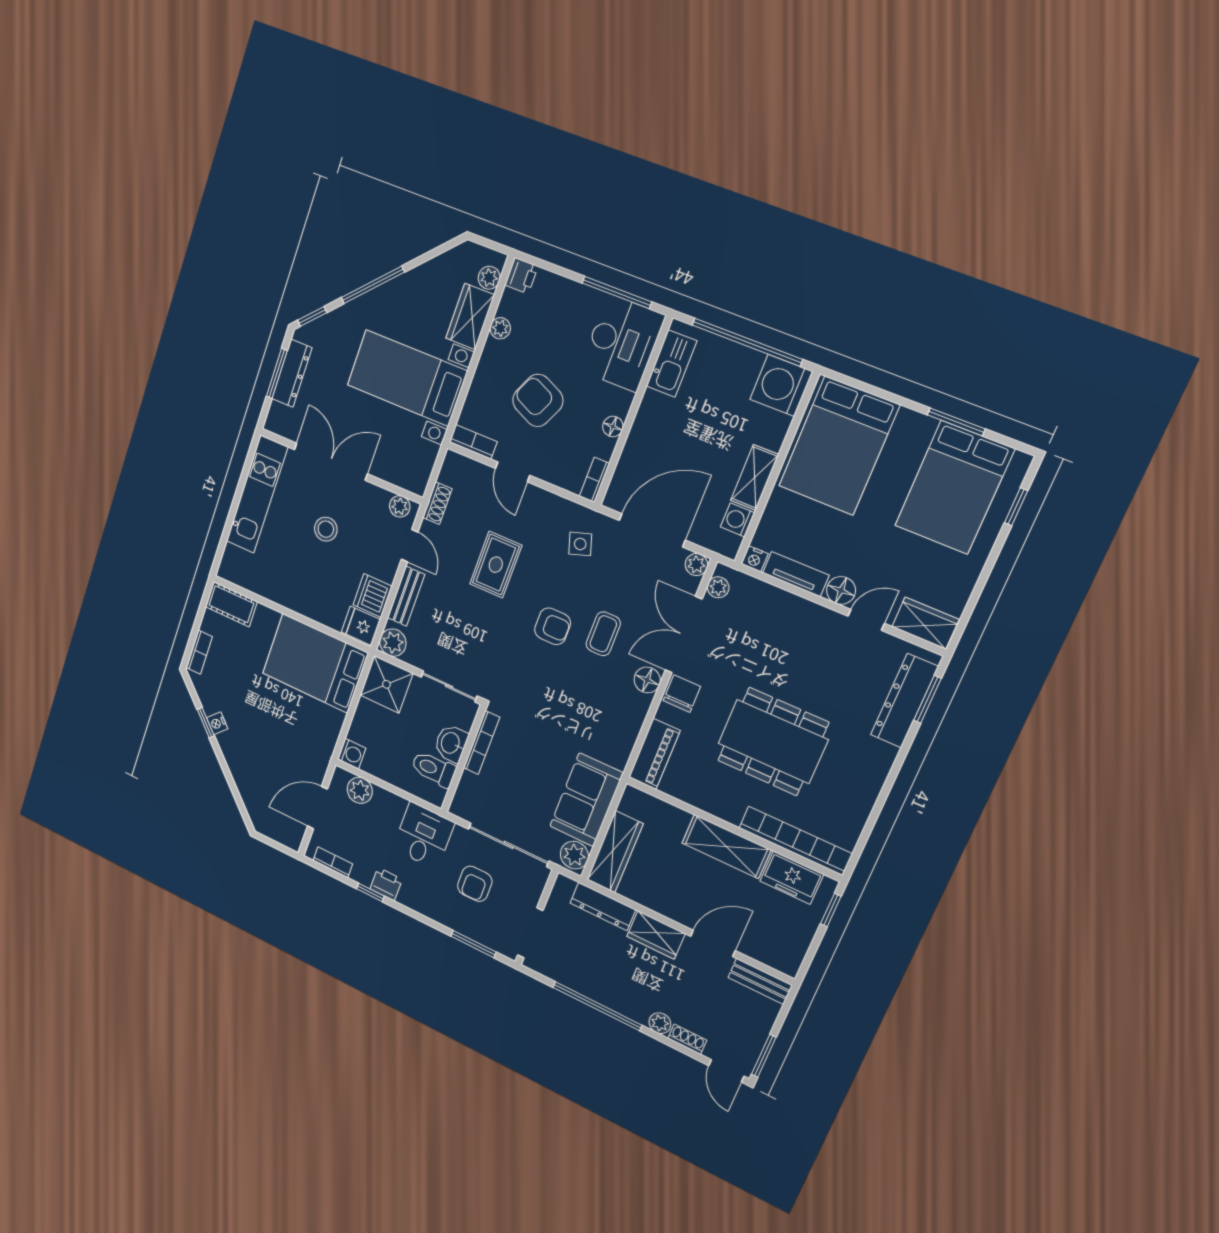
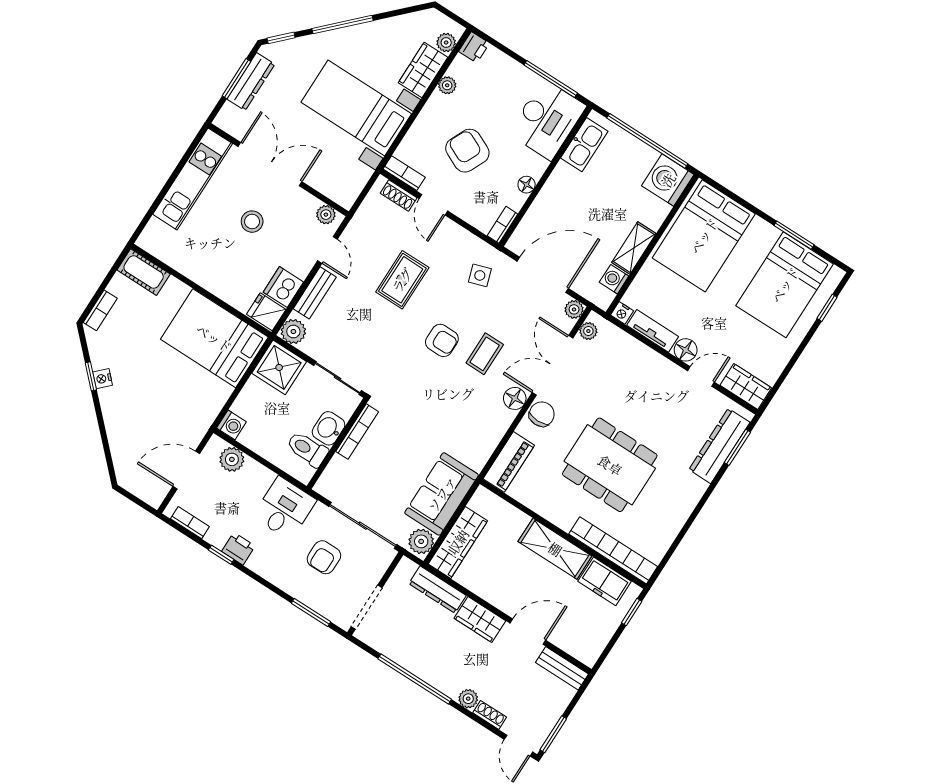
shoe rack: (437, 503) -> (399, 196), moved, turned 90

